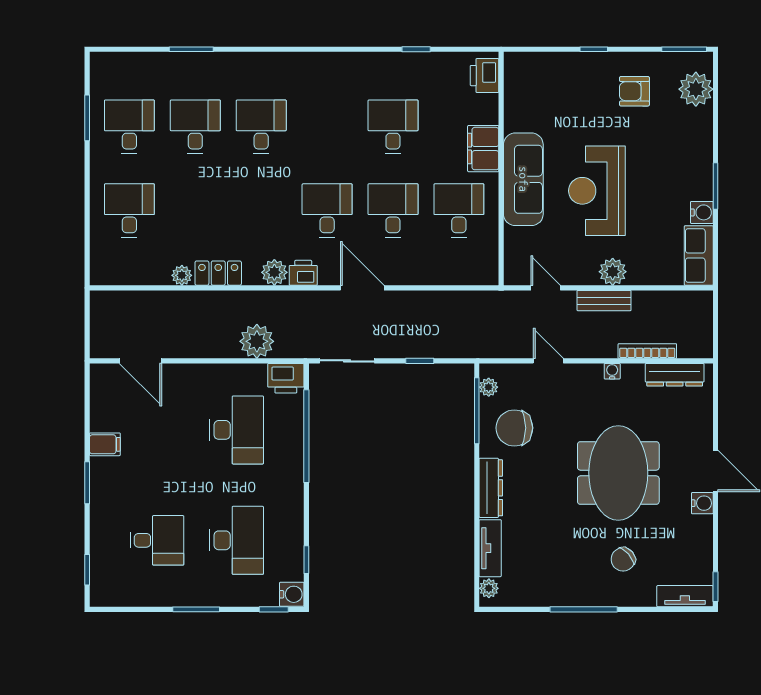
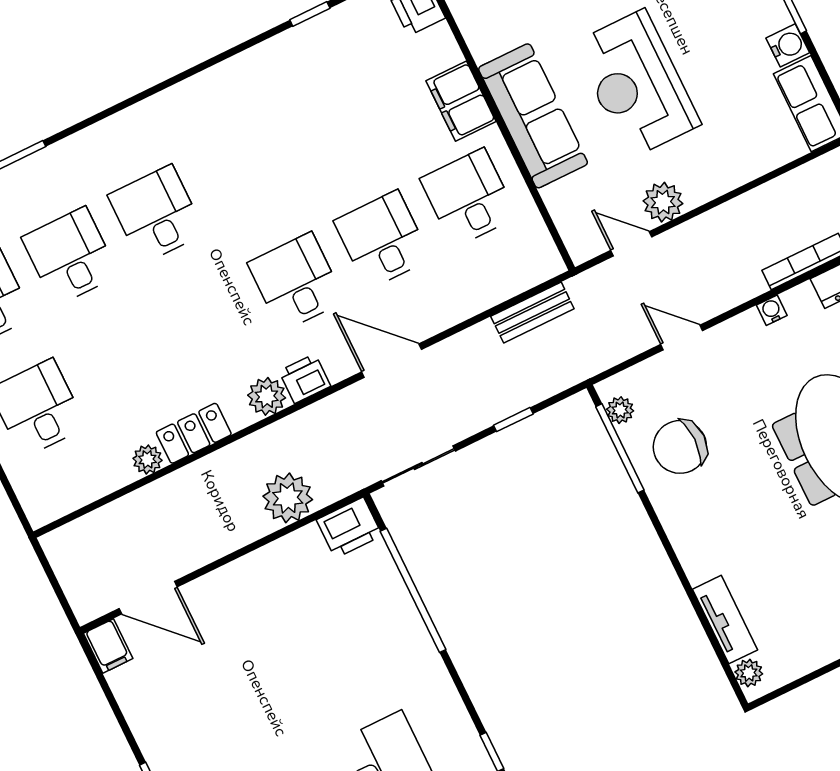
desk: (393, 127) -> (329, 130), removed
plant: (613, 272) -> (663, 202), moved
bench: (604, 301) -> (532, 313), moved
desk: (237, 430) -> (318, 627), removed
filing cabinet: (105, 444) -> (108, 646), moved, turned 90
dresser: (491, 488) -> (687, 540), removed

